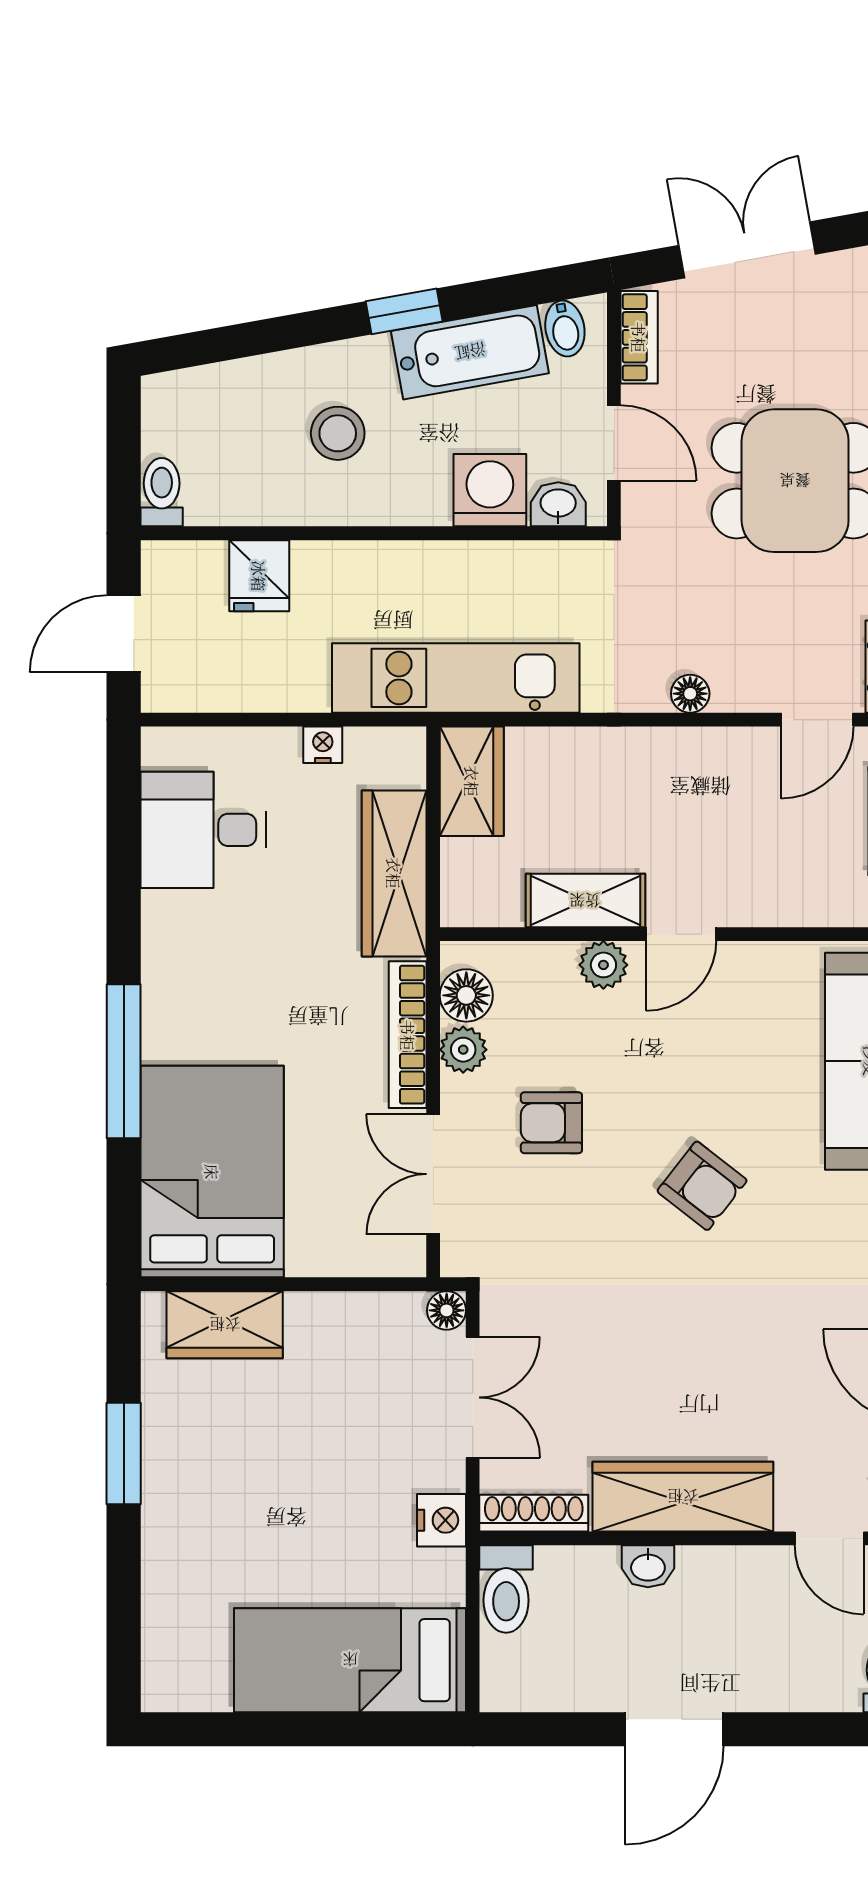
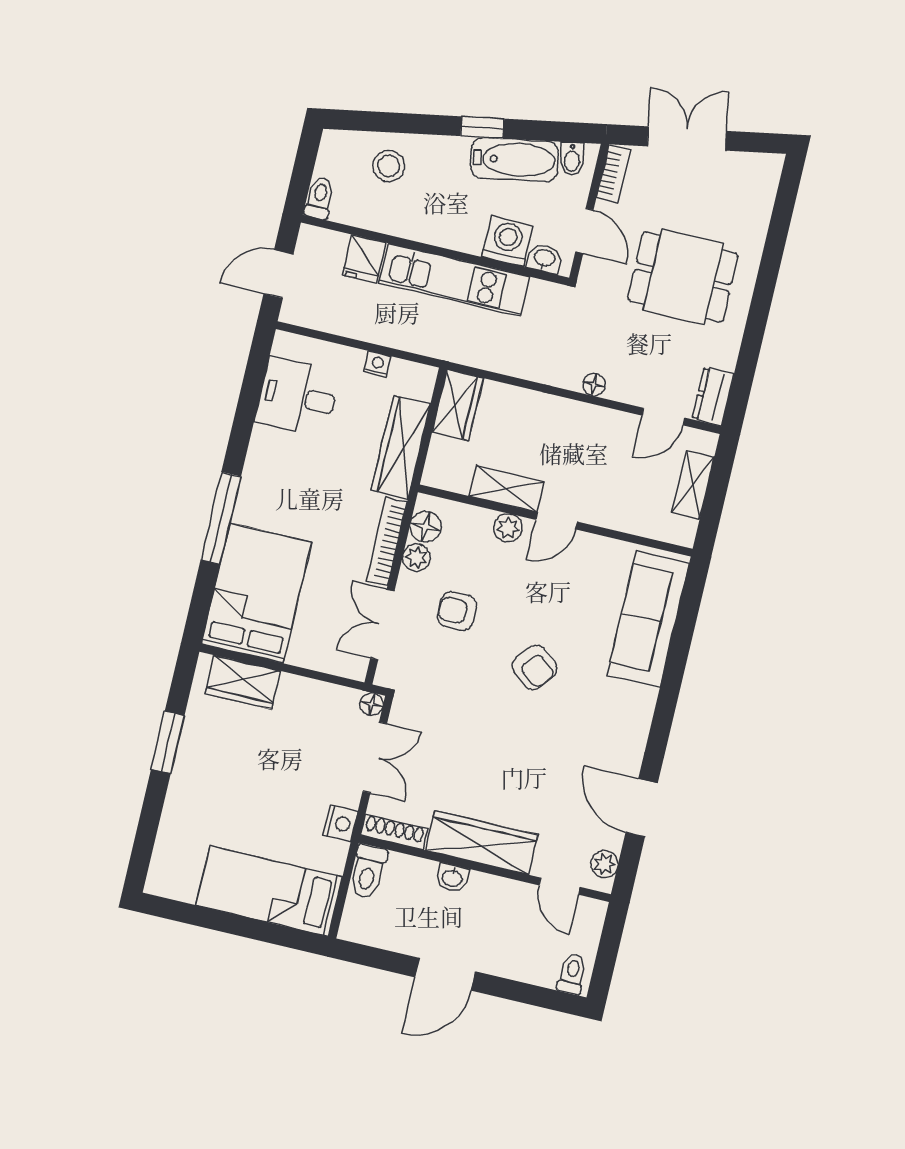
stool: (338, 433) -> (389, 166), moved
kitchen unit: (456, 678) -> (454, 280), moved, turned 180

